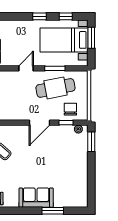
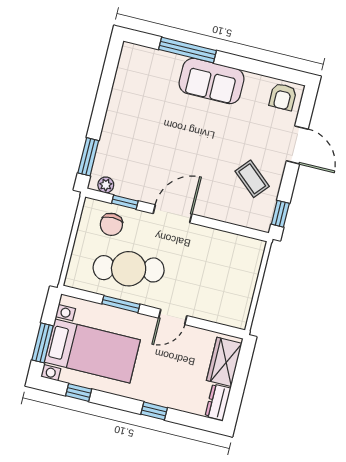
window: (39, 16) -> (154, 411), moved
window: (53, 211) -> (187, 50), width x1.44

